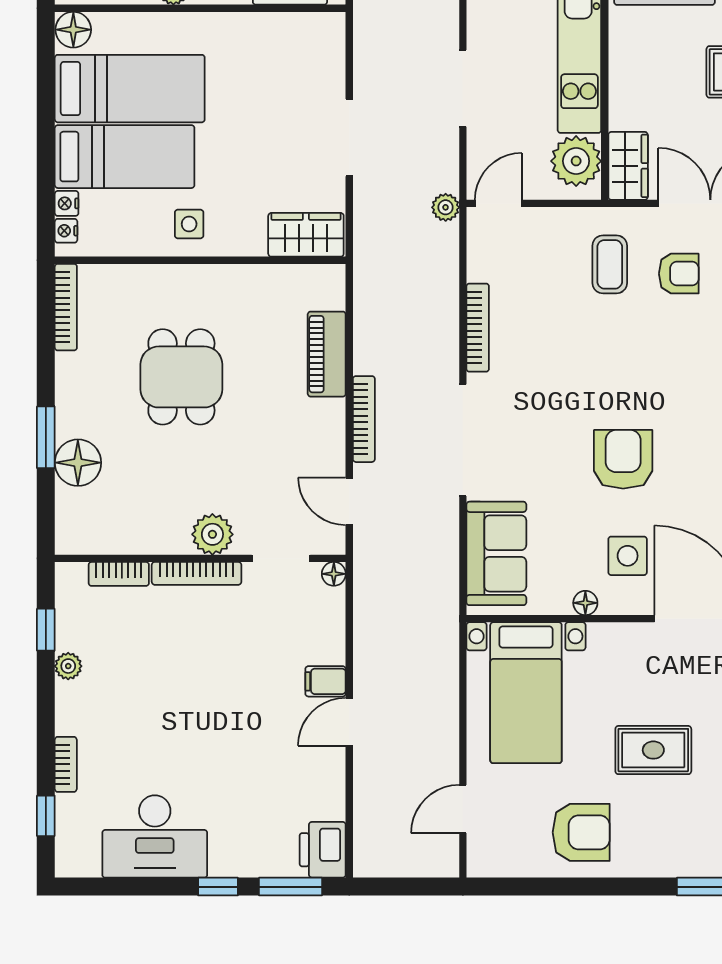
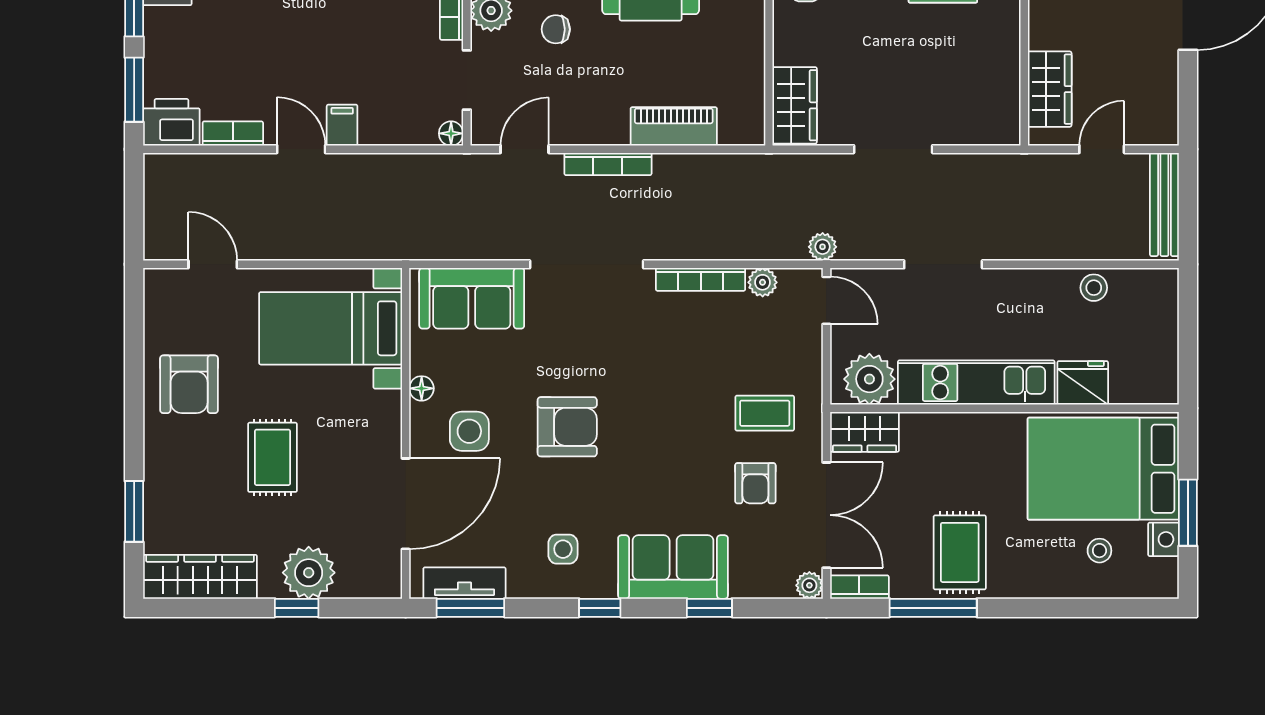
plant: (481, 267) -> (763, 282), added
chair: (231, 470) -> (556, 29), added
bookcase: (334, 789) -> (233, 134), added

